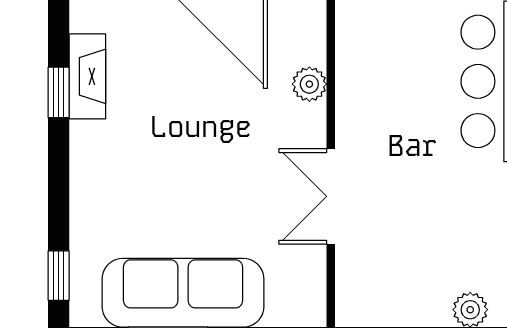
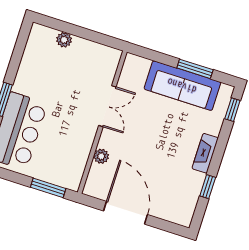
fireplace: (87, 76) -> (205, 153), moved

